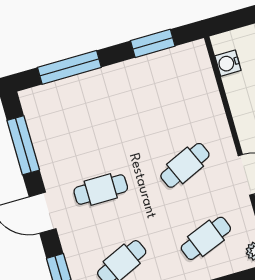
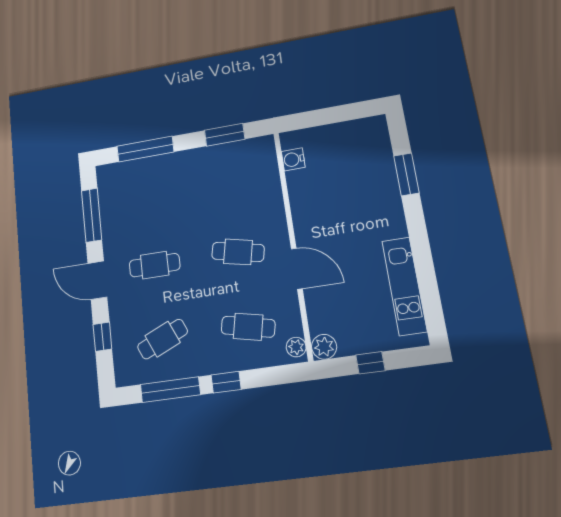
cafe table: (185, 165) -> (238, 252), turned 36
cafe table: (206, 238) -> (248, 327), turned 33

